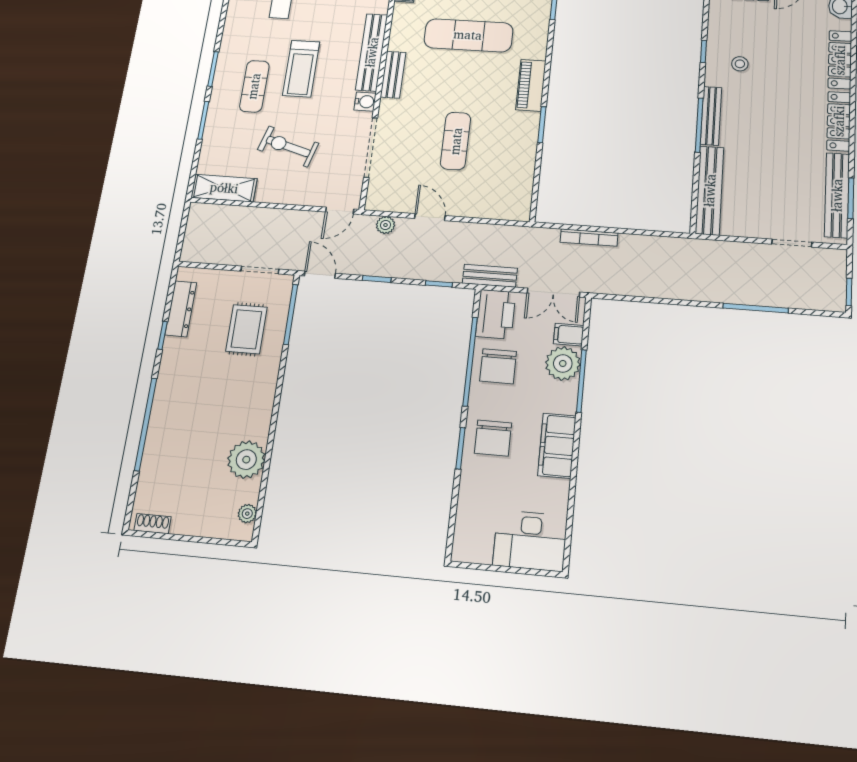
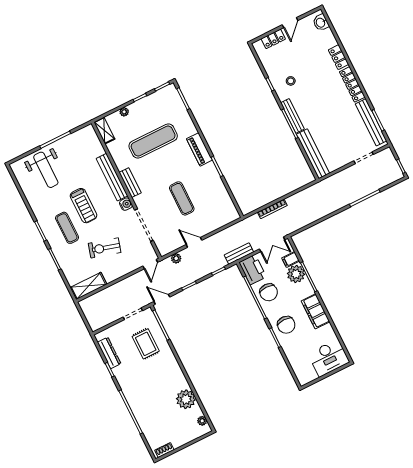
locker: (840, 60) -> (338, 57), width x0.66

